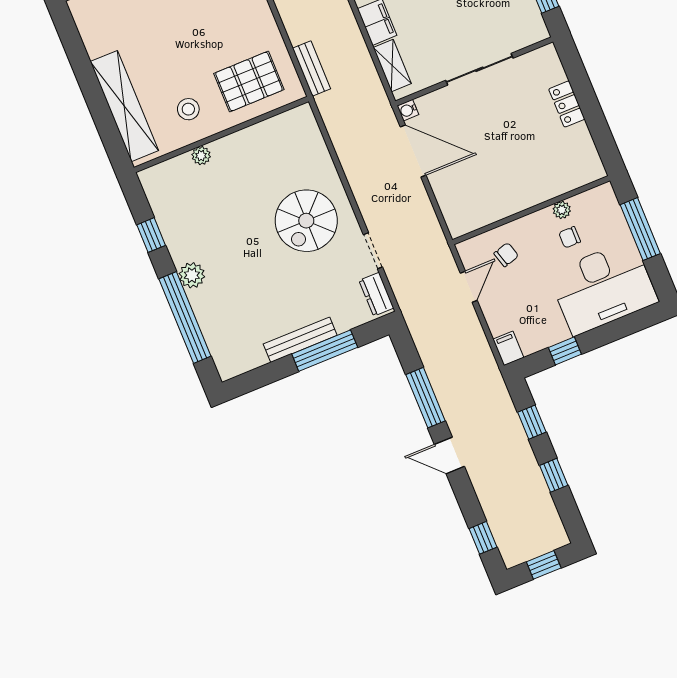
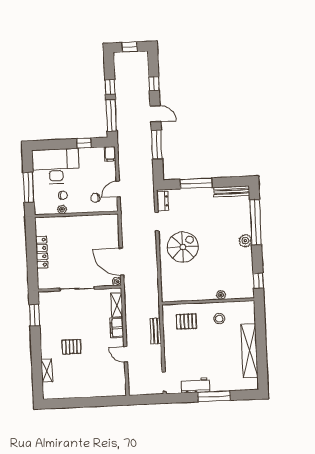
bench: (311, 68) -> (156, 331), moved
pallet: (249, 82) -> (186, 321), width x0.67, depth x0.71
locker: (567, 104) -> (42, 252), width x1.53
shelving: (124, 106) -> (249, 351), moved
window: (151, 235) -> (258, 281), moved
bench: (300, 340) -> (232, 191), moved
window: (532, 422) -> (111, 115), width x2.17
window: (483, 538) -> (154, 84), moved

